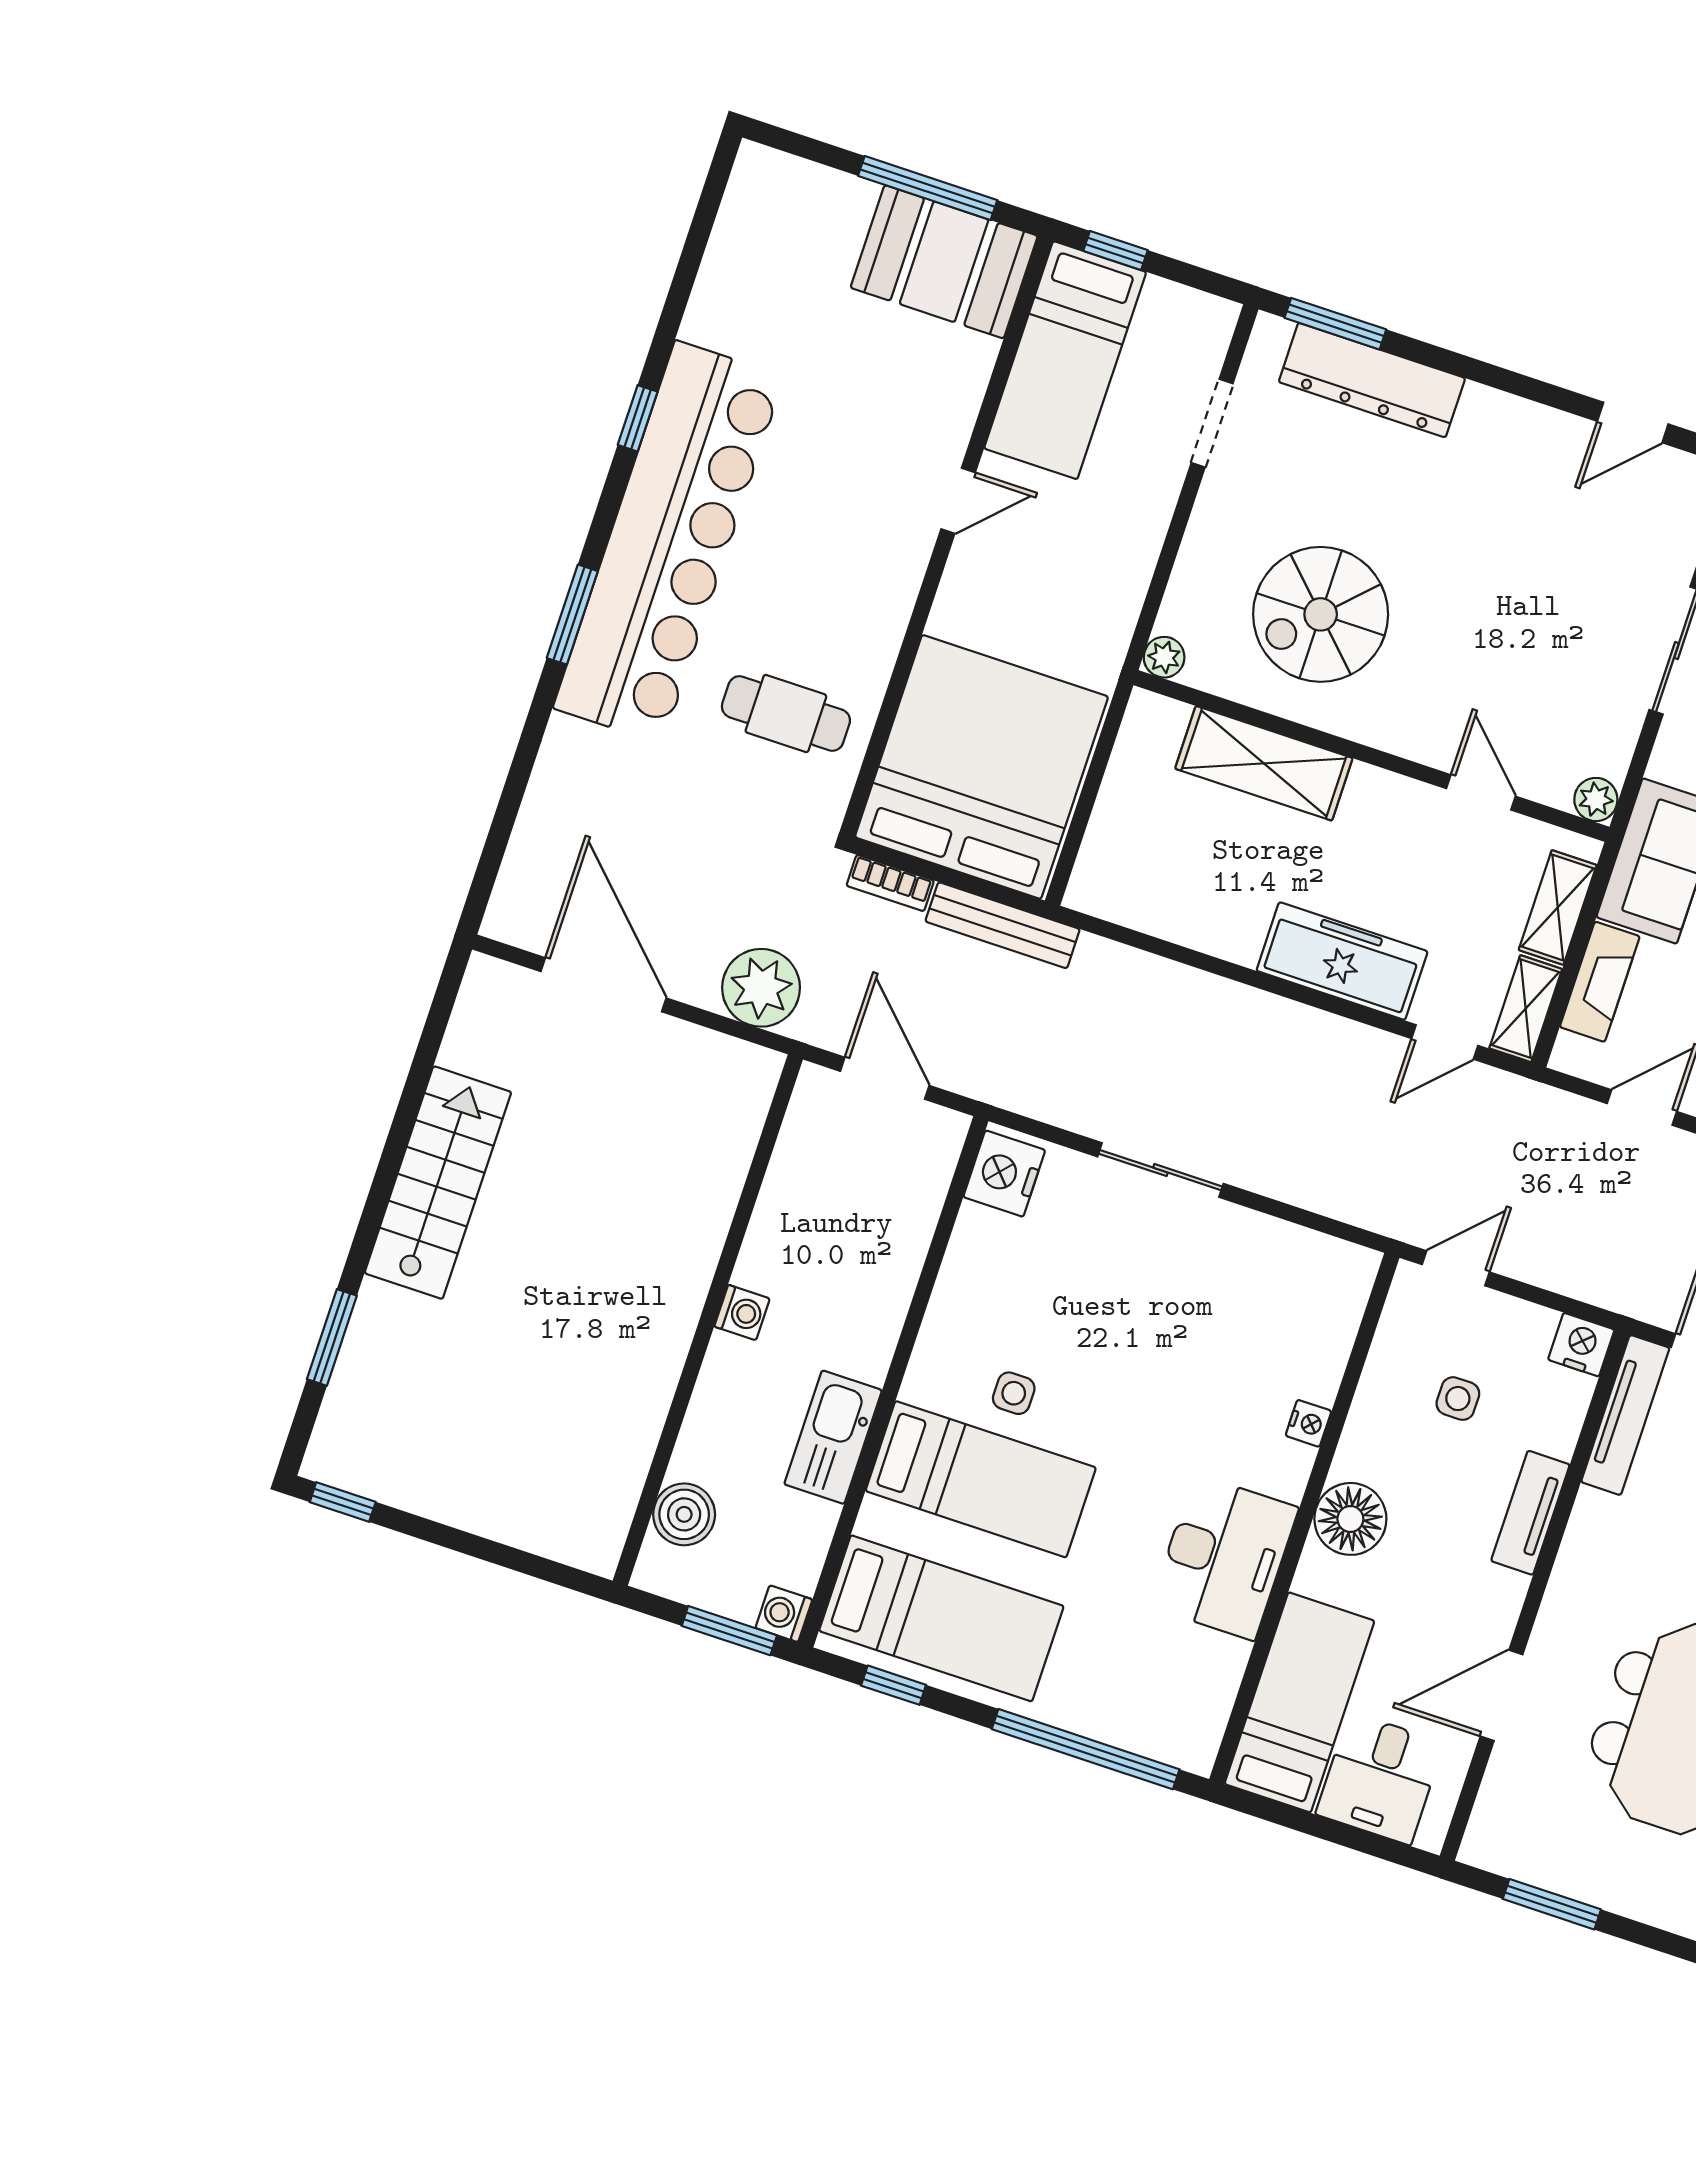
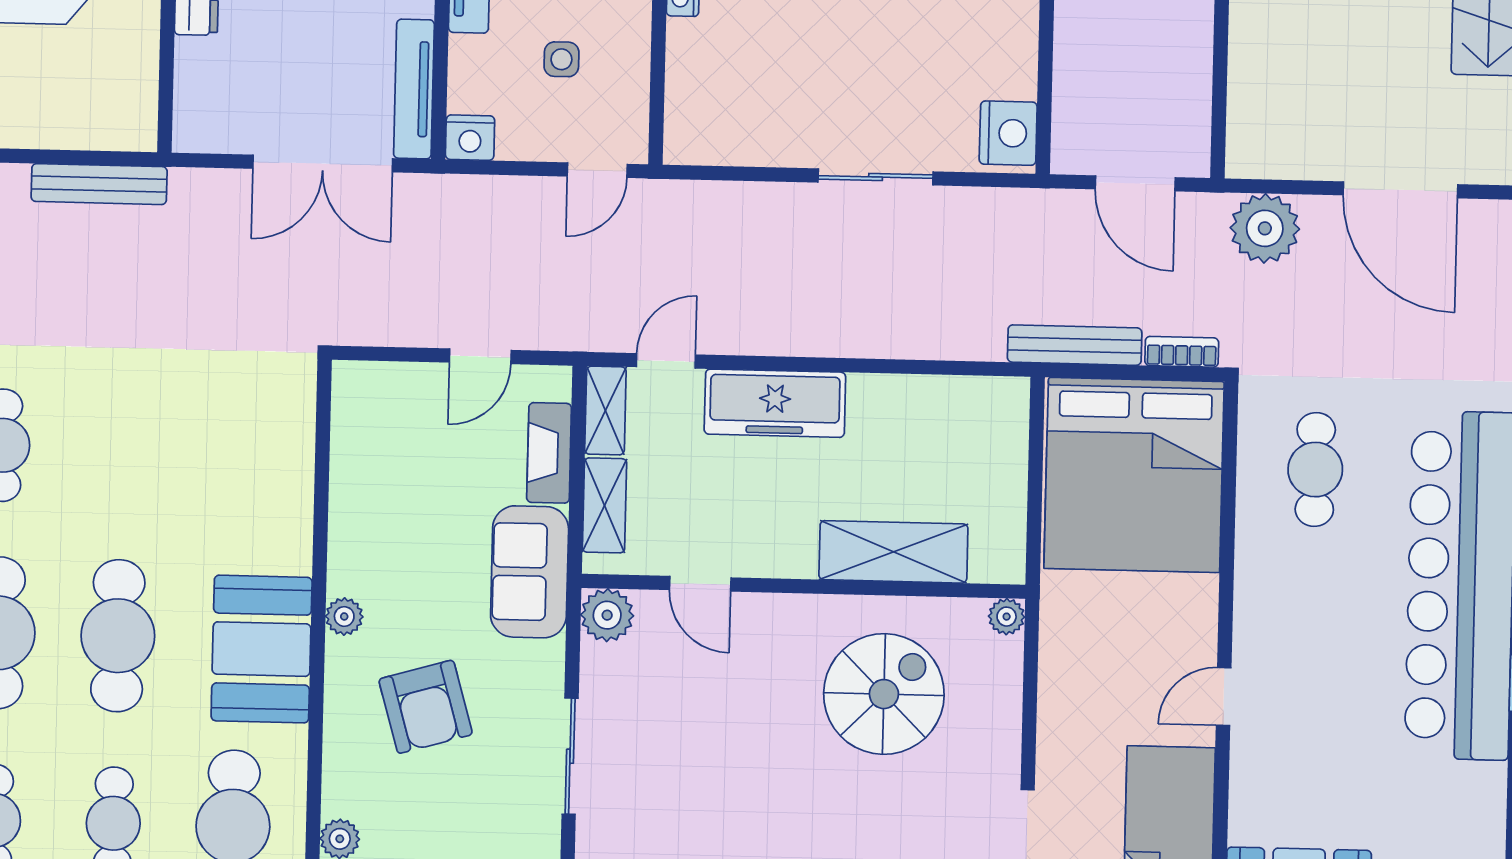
cafe table: (786, 713) -> (1315, 470), turned 90
plant: (1596, 799) -> (607, 615), width x1.38, depth x1.38

